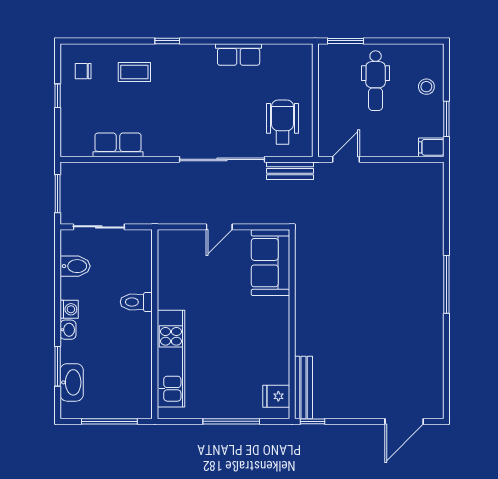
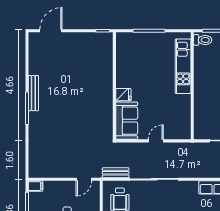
toilet: (136, 302) -> (203, 40), moved
bench: (303, 387) -> (33, 93), moved
fridge: (276, 396) -> (123, 95), moved

